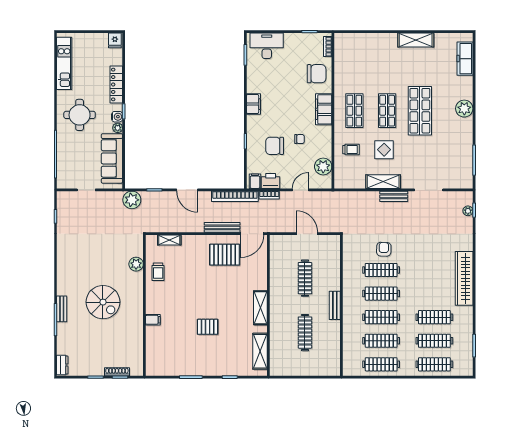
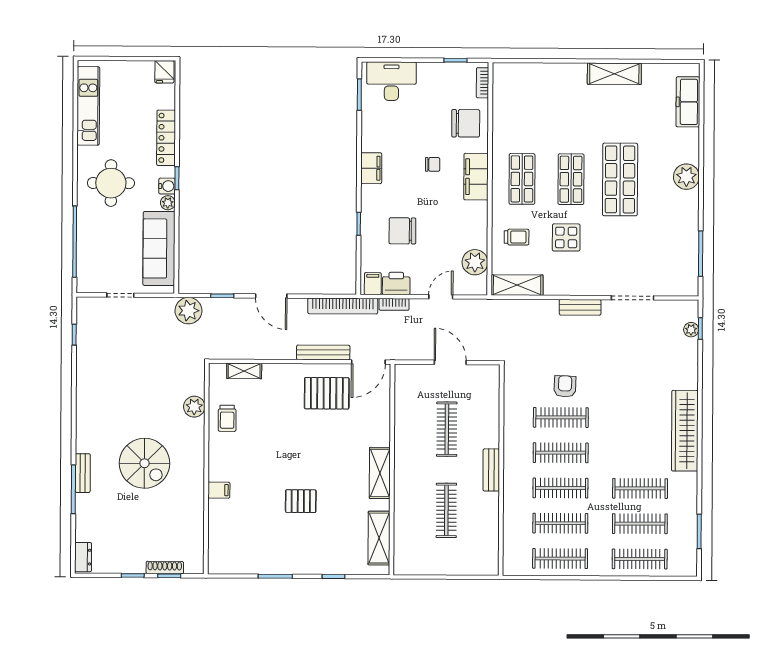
chair: (300, 139) -> (433, 164), moved
shelving: (383, 182) -> (517, 285), moved

